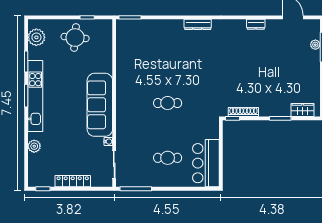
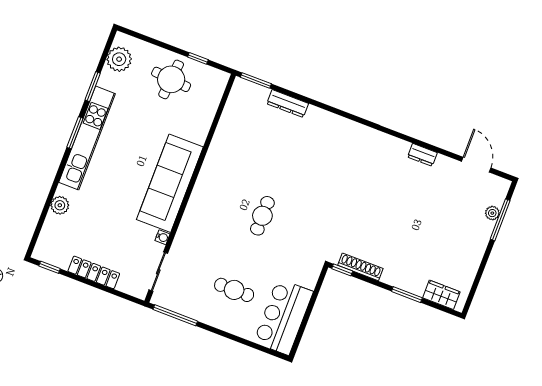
dresser: (198, 24) -> (288, 104), moved
cafe table: (168, 103) -> (262, 216), turned 90

